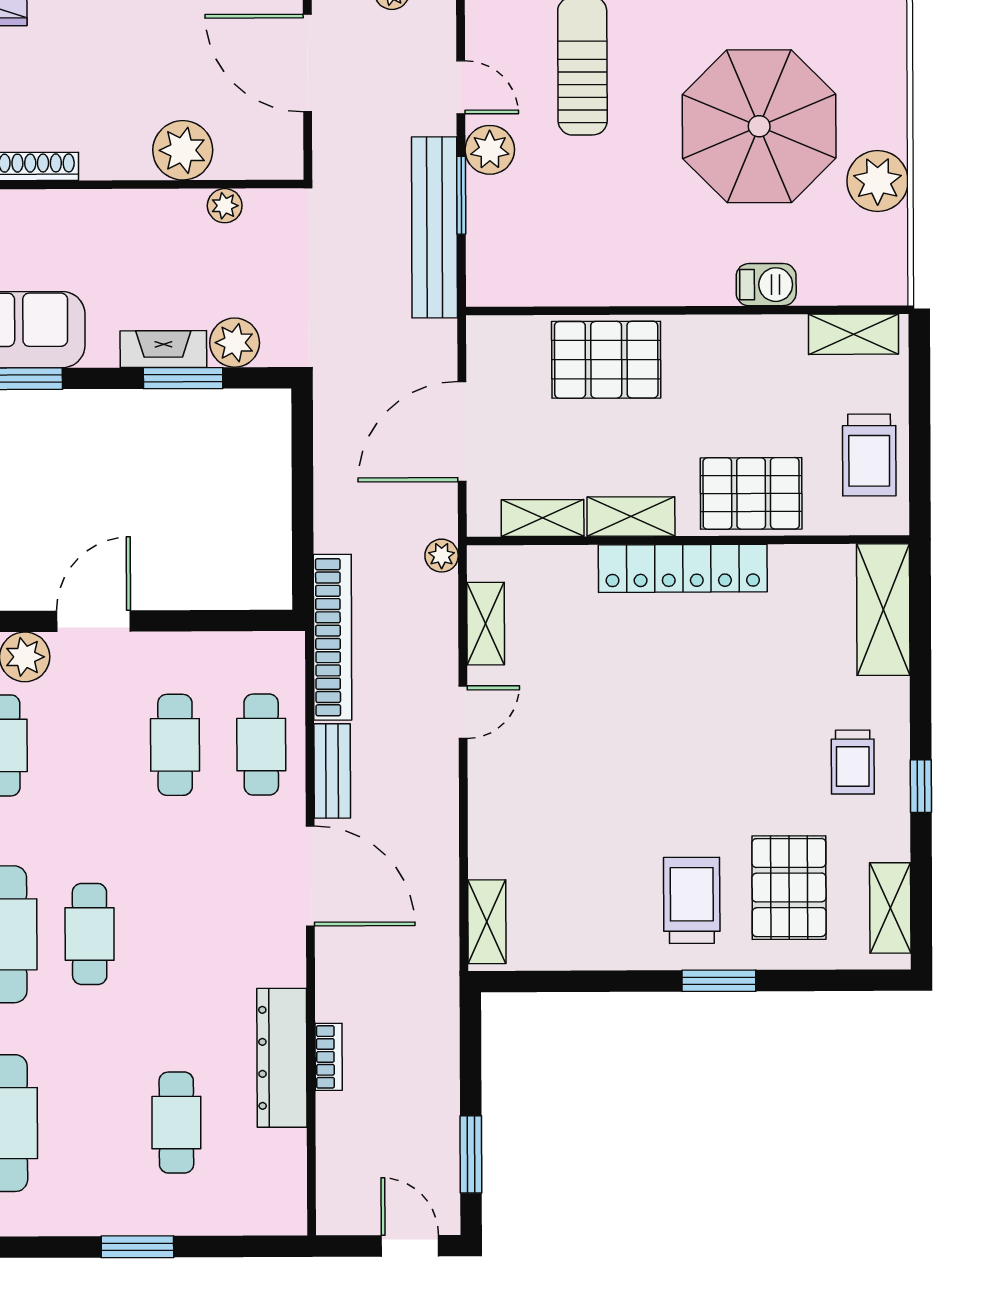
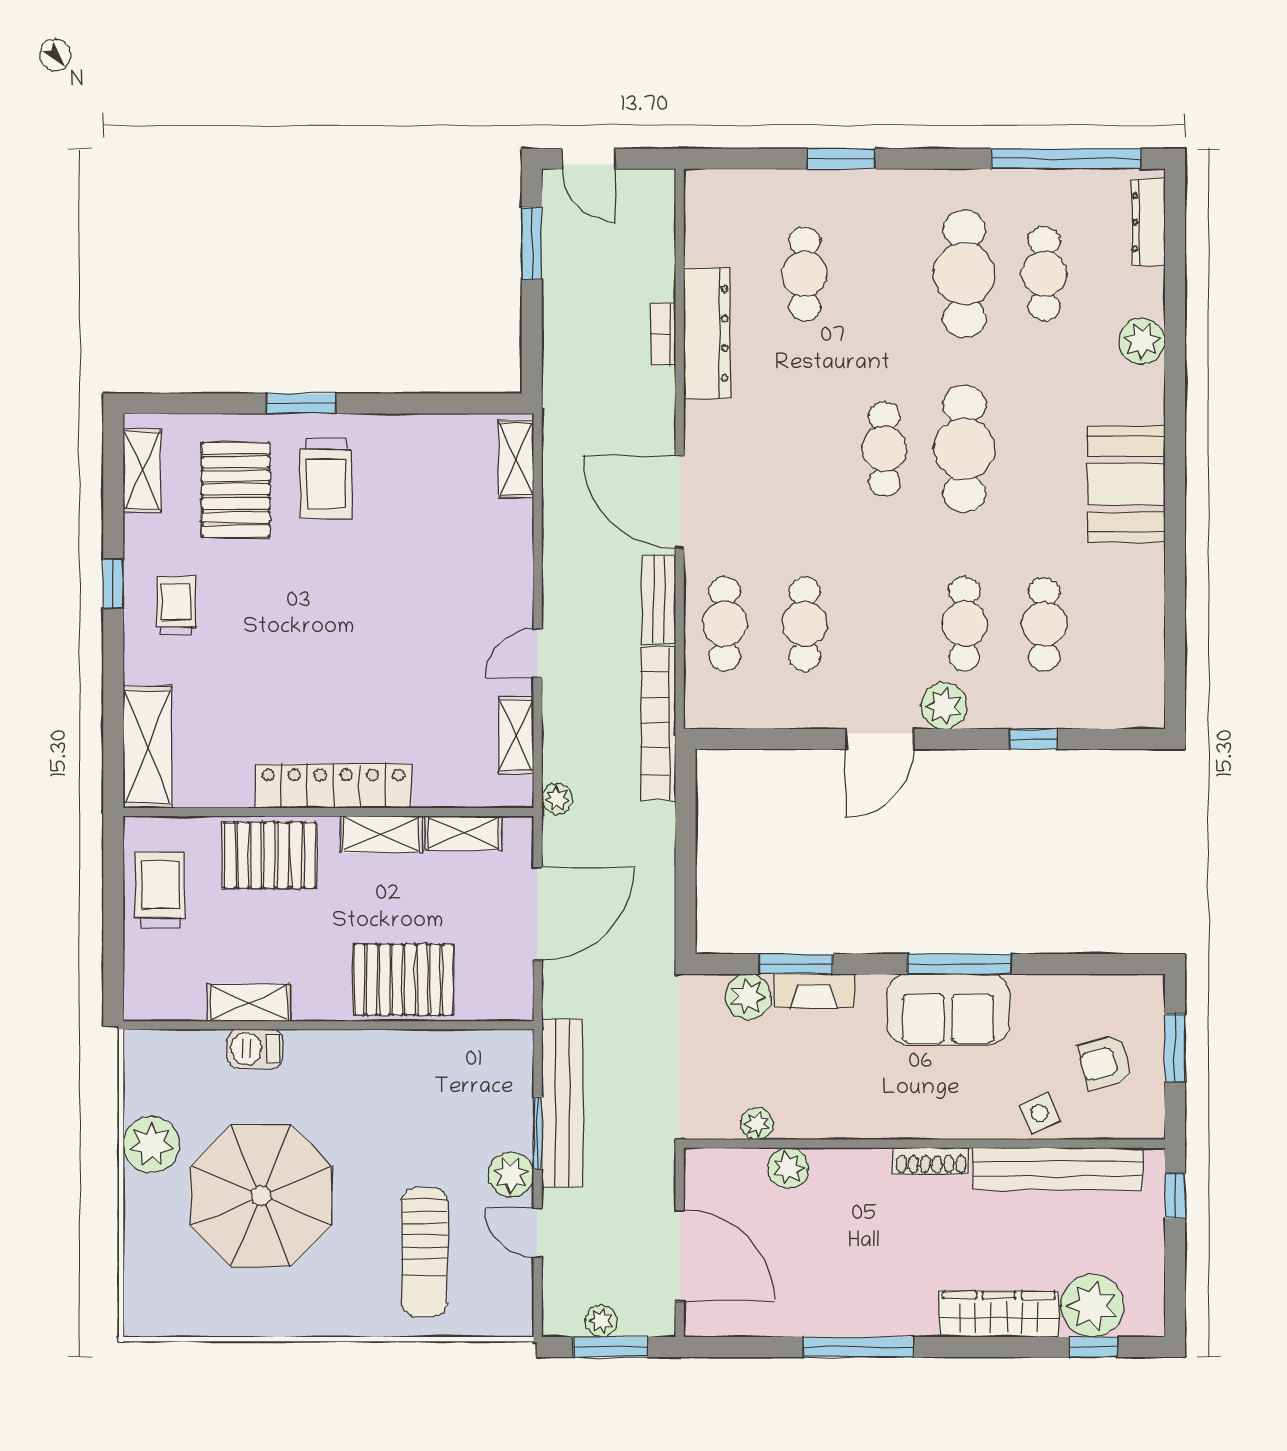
plant: (183, 150) -> (788, 1168), width x0.73, depth x0.73
shelving: (853, 334) -> (249, 1003), moved

